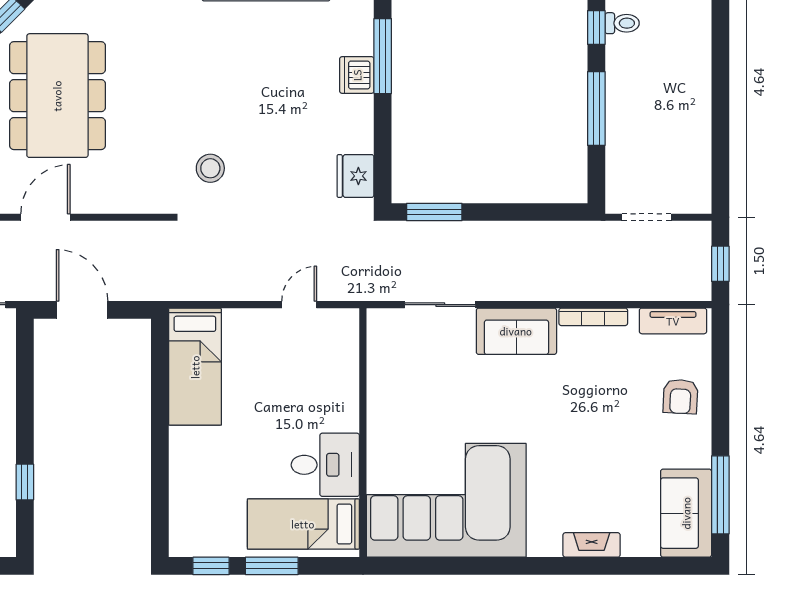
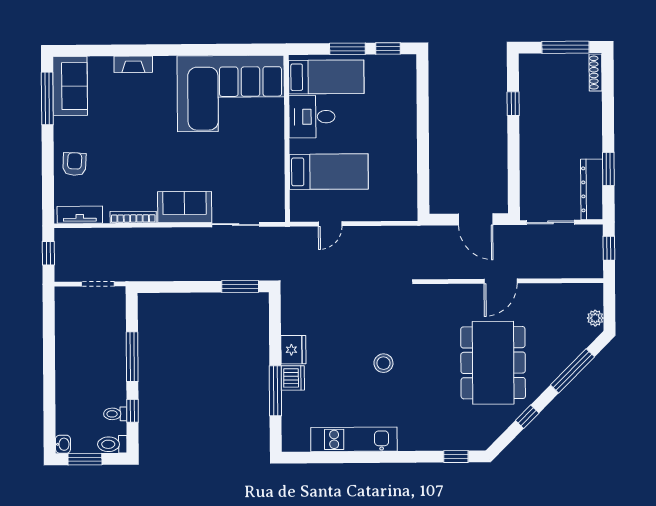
stool: (210, 168) -> (383, 363), moved
fridge: (356, 176) -> (293, 350), moved
bed: (195, 367) -> (329, 172), moved, turned 90

